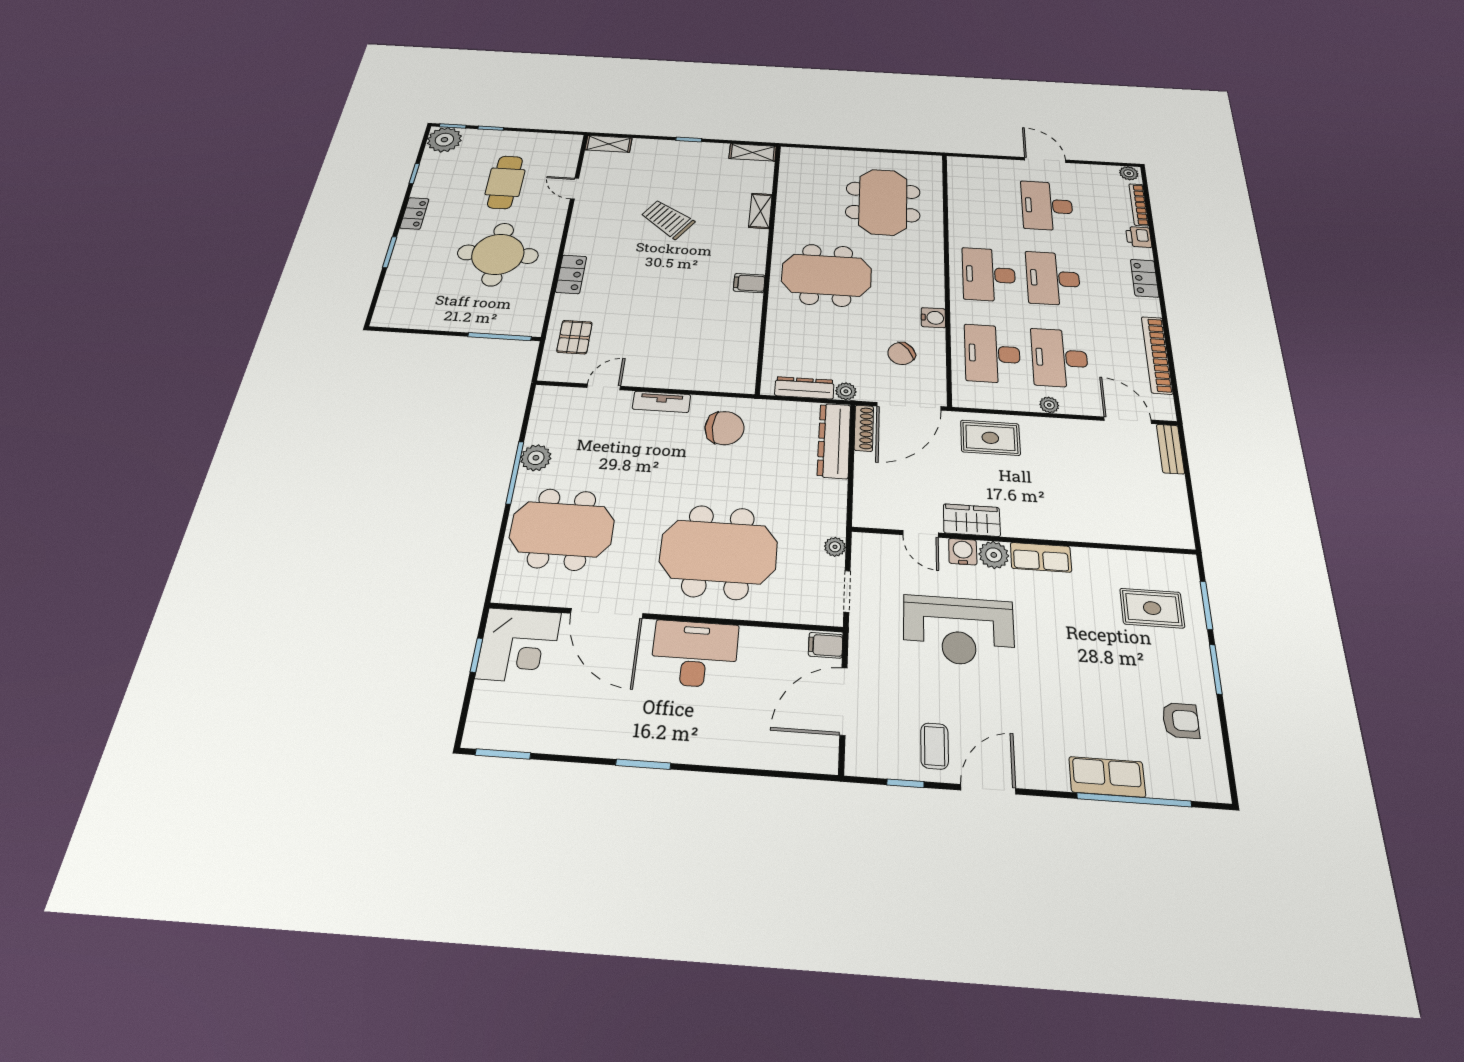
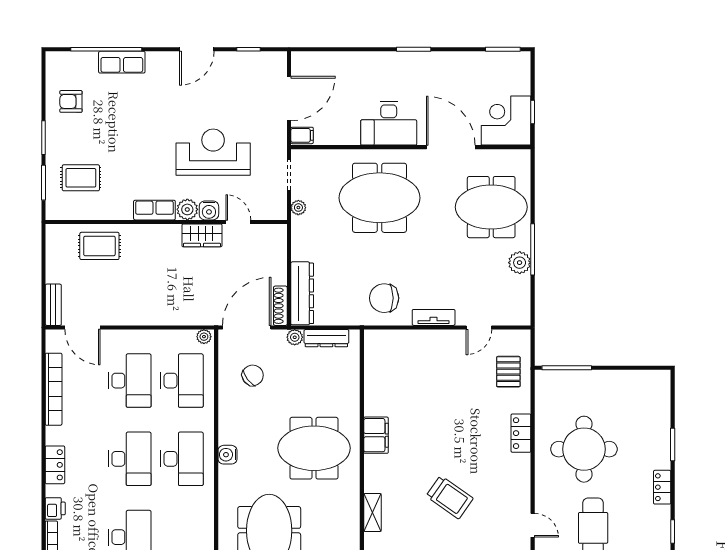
filing cabinet: (749, 283) -> (376, 435), width x2.00
water cooler: (933, 318) -> (227, 455), moved
plant: (1049, 405) -> (204, 337), moved
rug: (990, 438) -> (99, 246), moved
coffee table: (935, 746) -> (230, 74), removed

